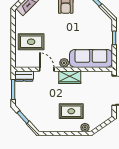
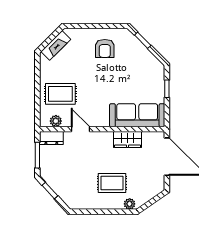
plant: (64, 63) -> (56, 121), moved
wardrobe: (70, 77) -> (128, 139), moved

